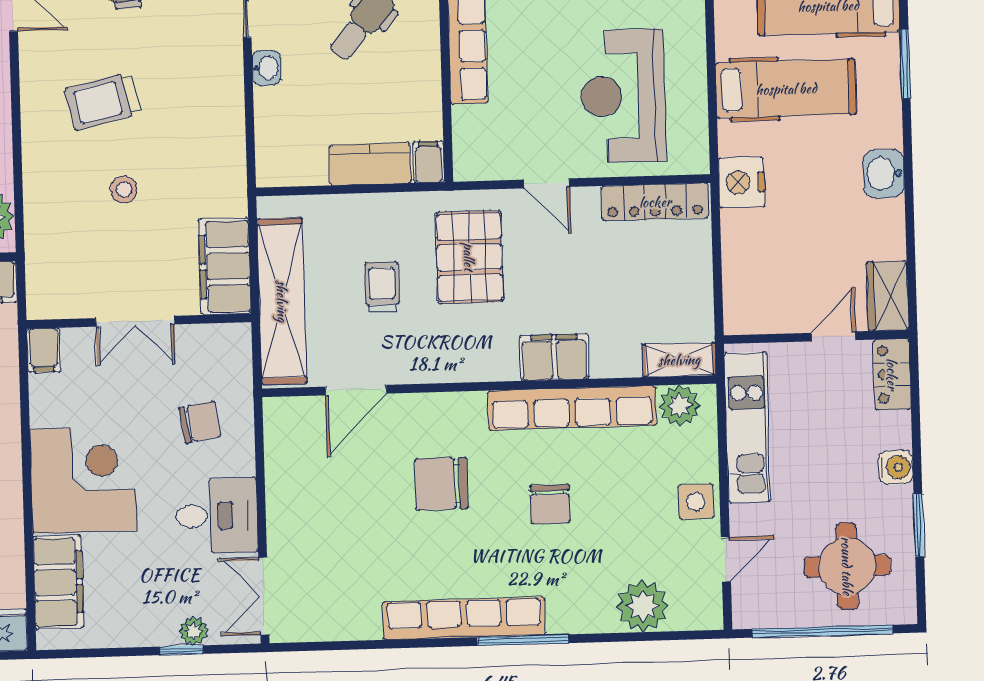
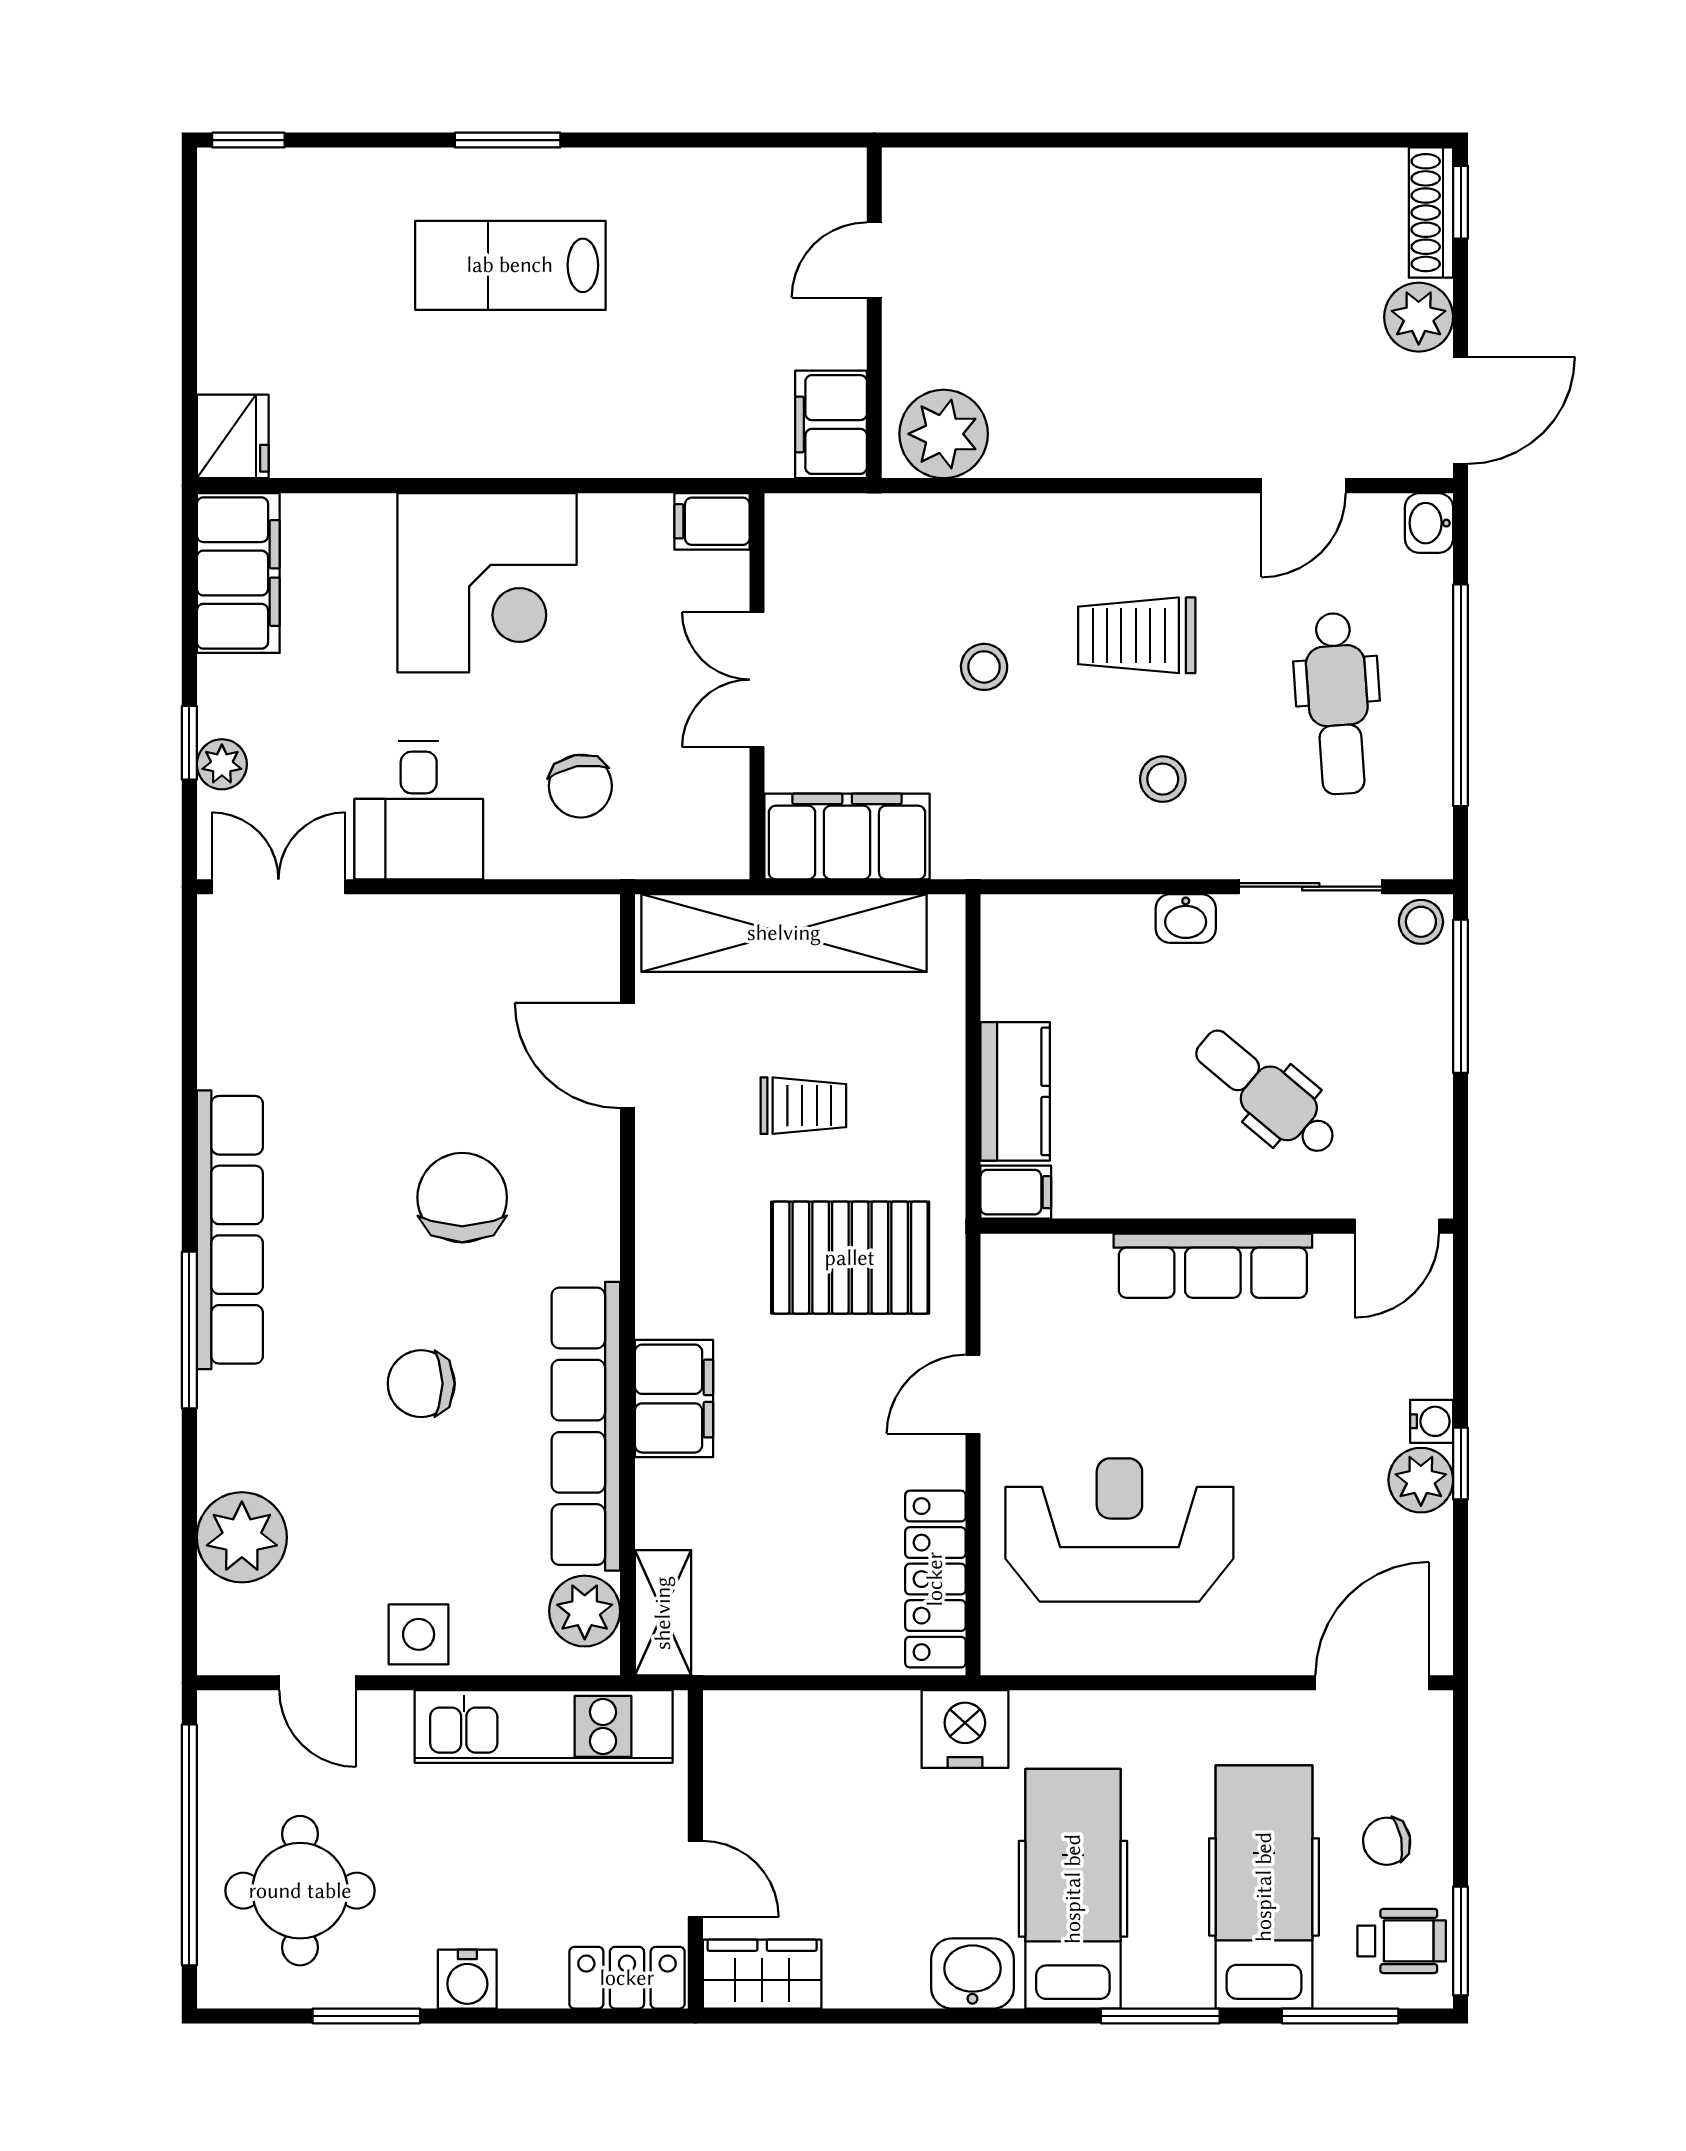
stool: (186, 84) -> (1163, 779), added
hospital bed: (786, 89) -> (1073, 1889), moved, turned 180
trolley: (103, 101) -> (1137, 635), turned -77
filing cabinet: (58, 582) -> (238, 573), moved, turned -90

